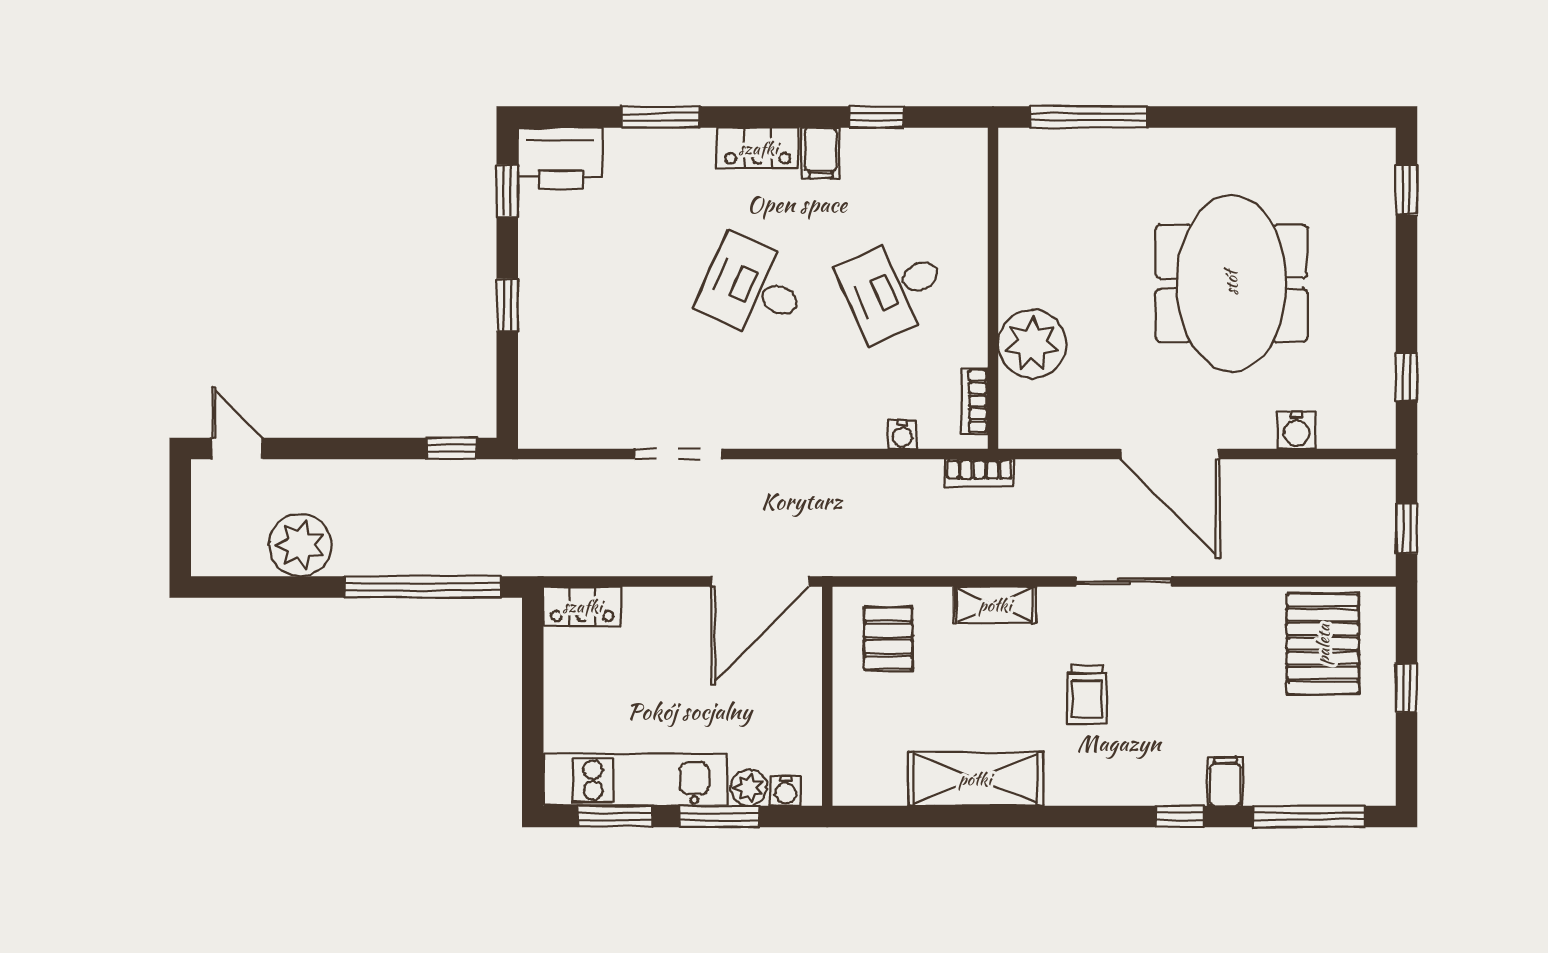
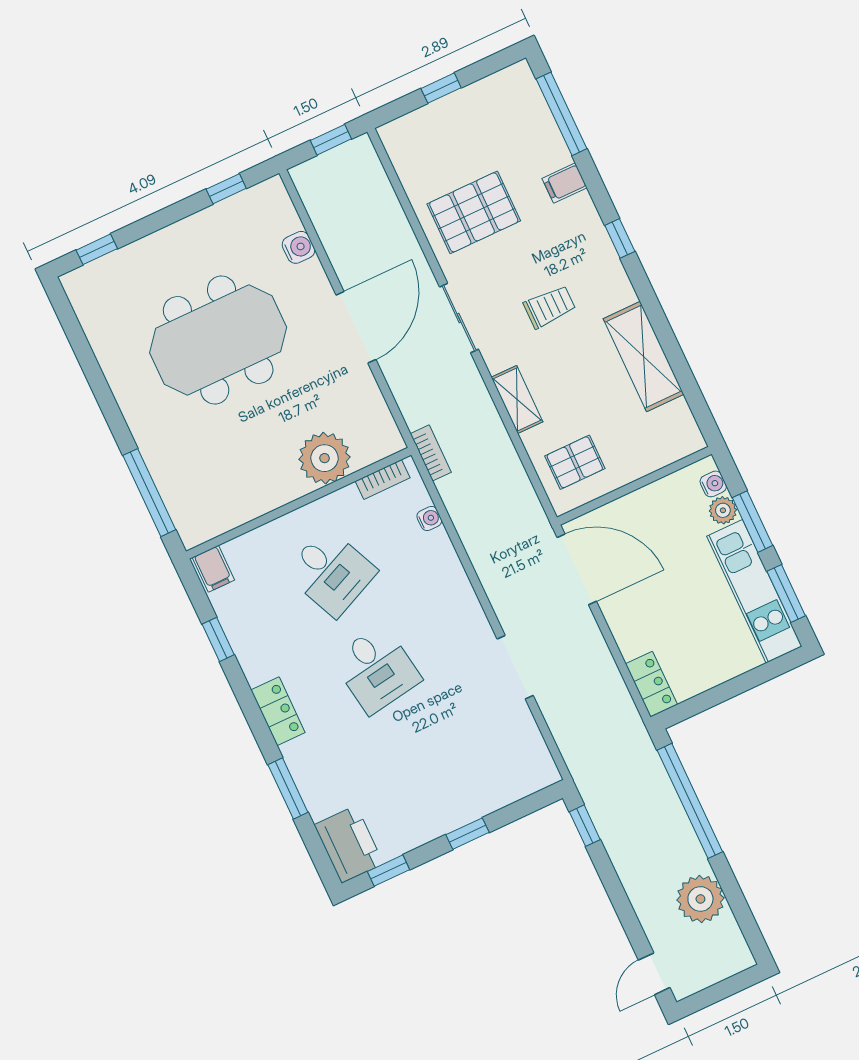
filing cabinet: (821, 153) -> (213, 569), moved, turned 90
desk: (753, 288) -> (376, 669), turned -33
pallet: (1323, 644) -> (474, 212), moved
window: (1180, 816) -> (620, 238), moved

